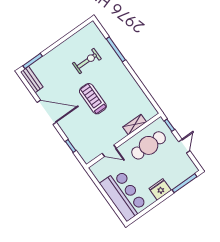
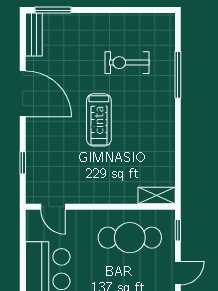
exercise bike: (87, 61) -> (127, 63), turned 180
treadmill: (93, 99) -> (99, 120), turned 180
shelving: (135, 124) -> (157, 196), moved
door: (109, 151) -> (53, 207), moved

